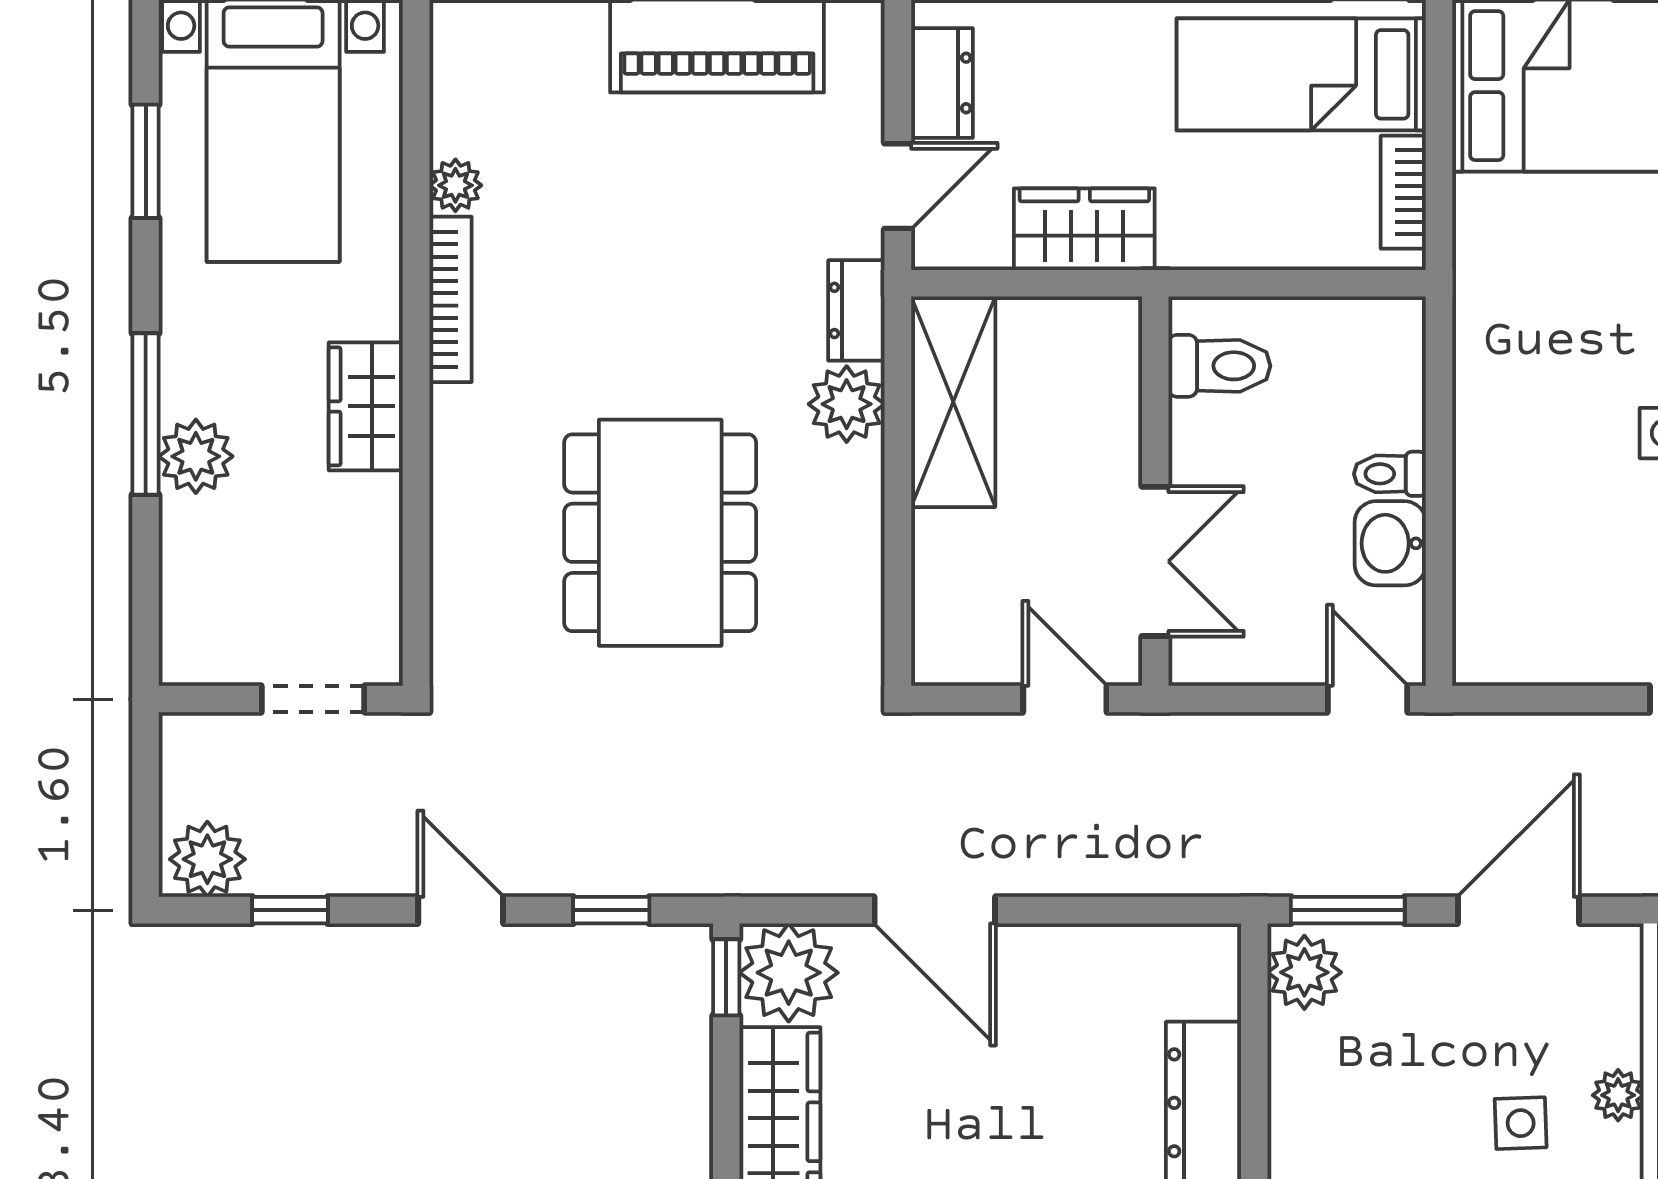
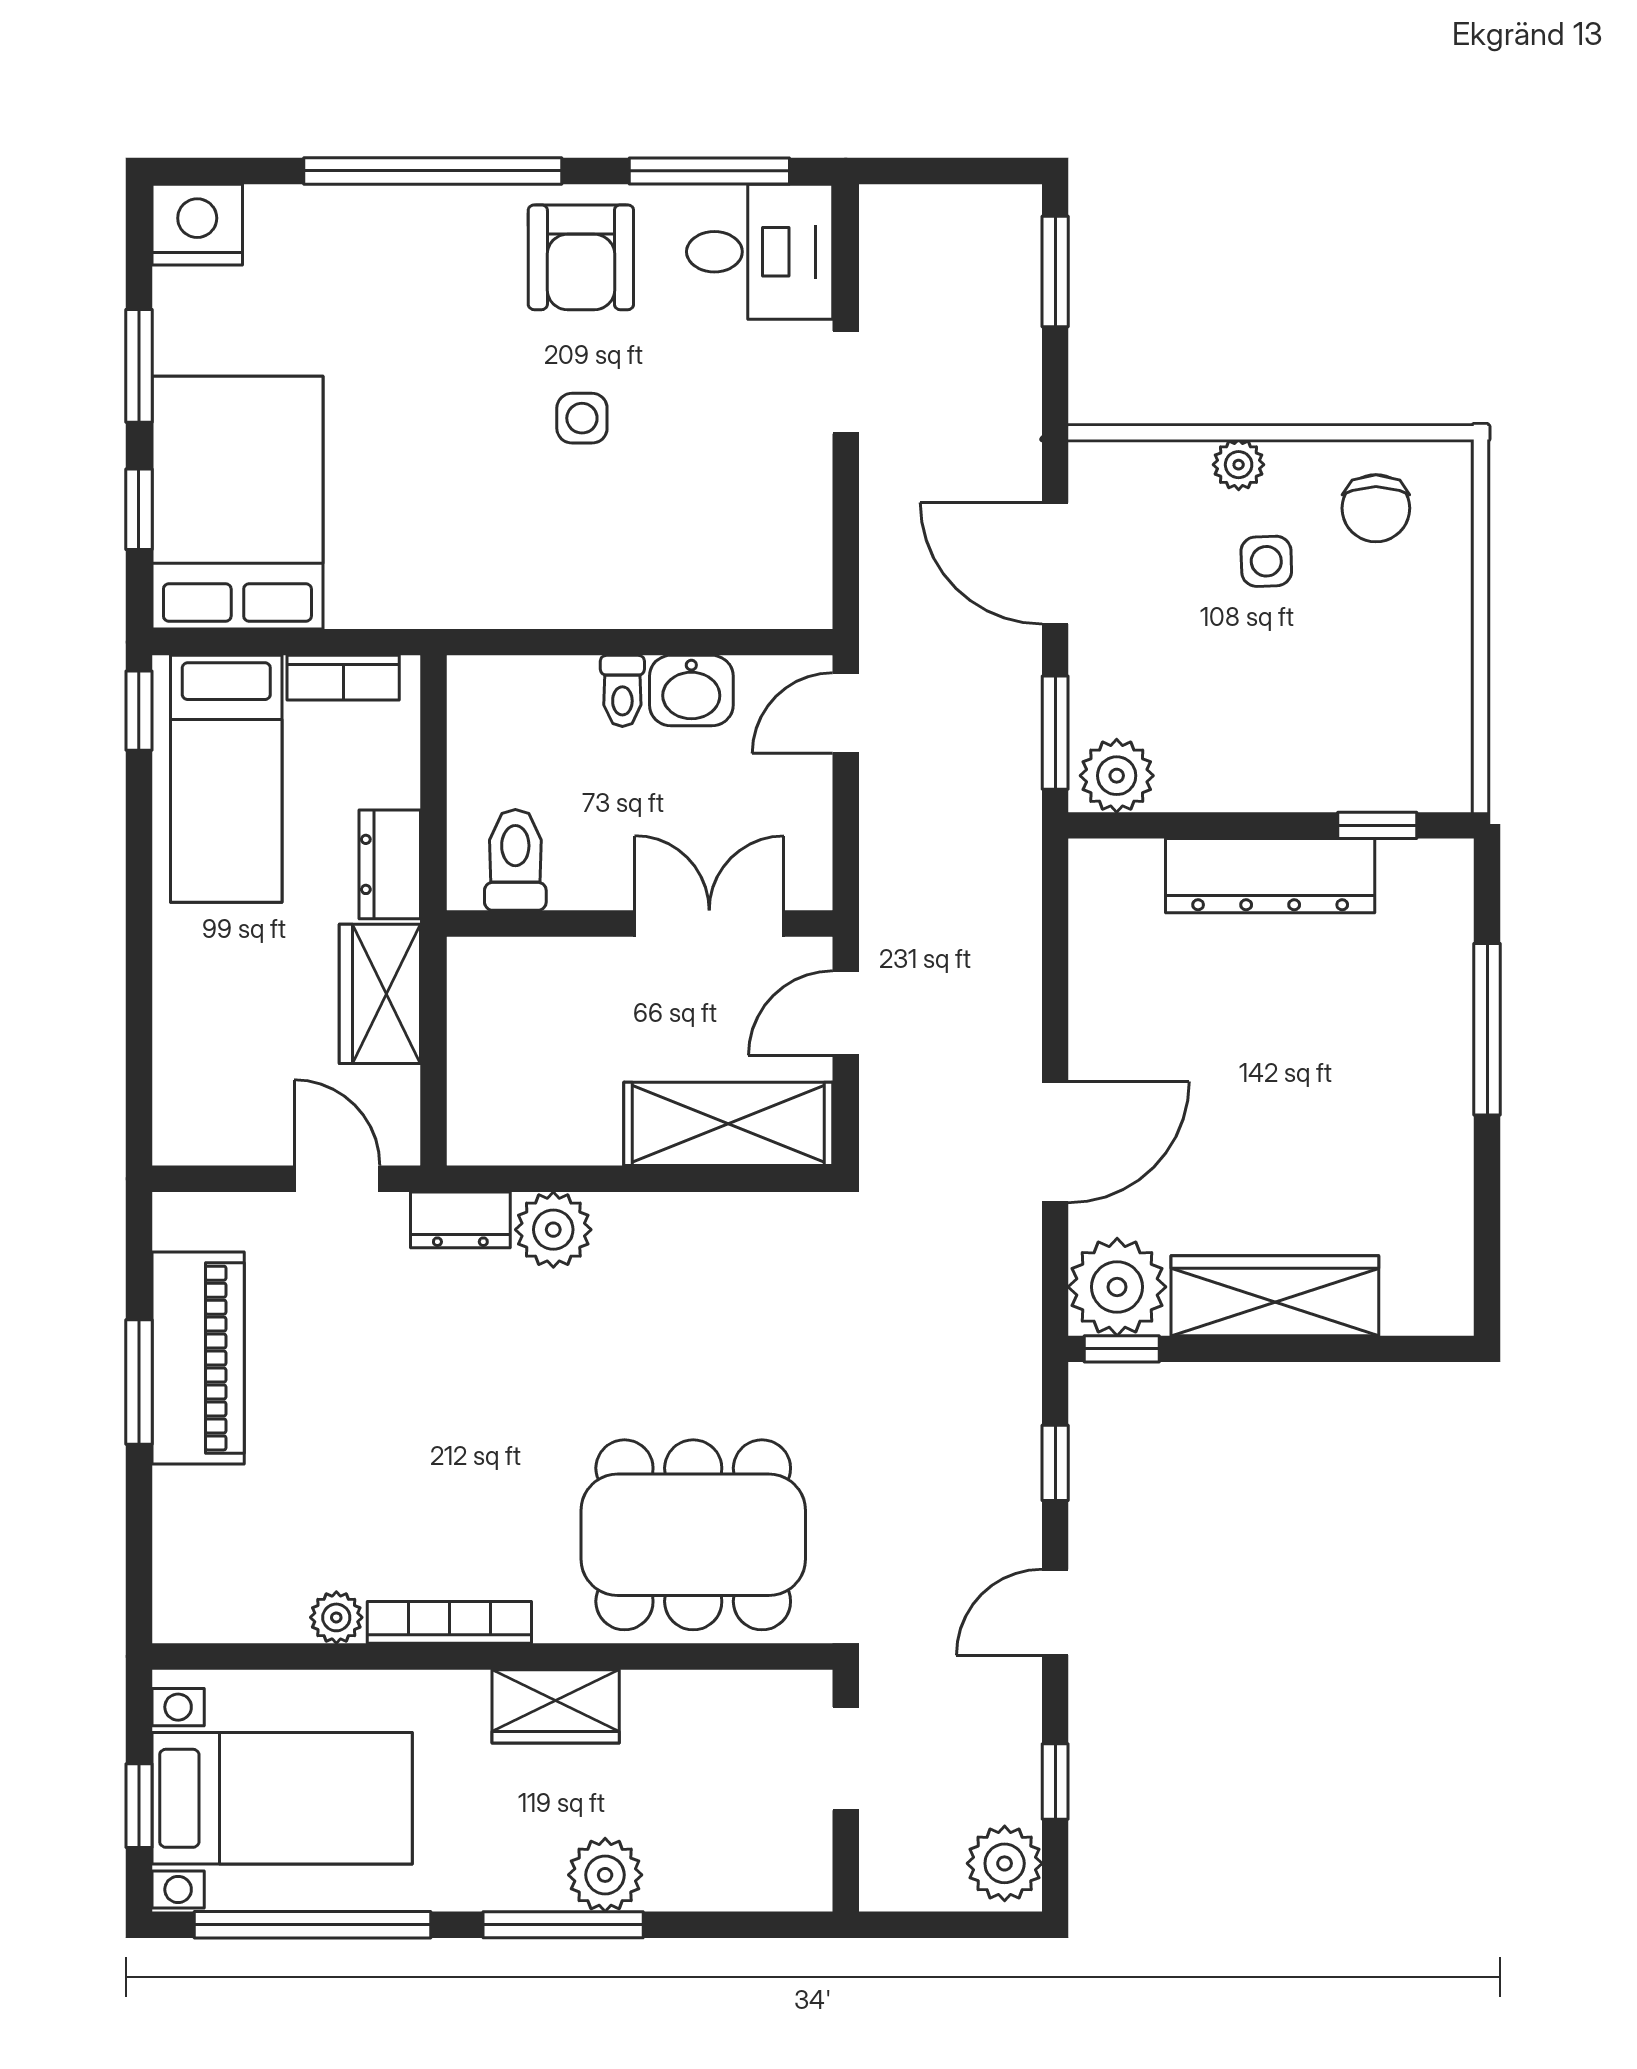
dresser: (942, 83) -> (390, 864), moved, turned -90
window: (146, 161) -> (312, 1925), width x2.11
shelving: (953, 402) -> (728, 1124), moved
dining table: (660, 533) -> (693, 1535), moved

